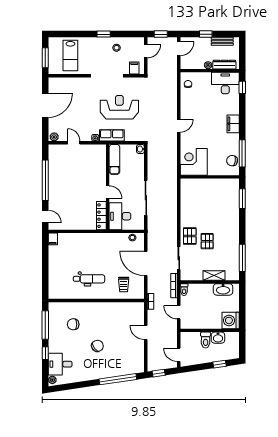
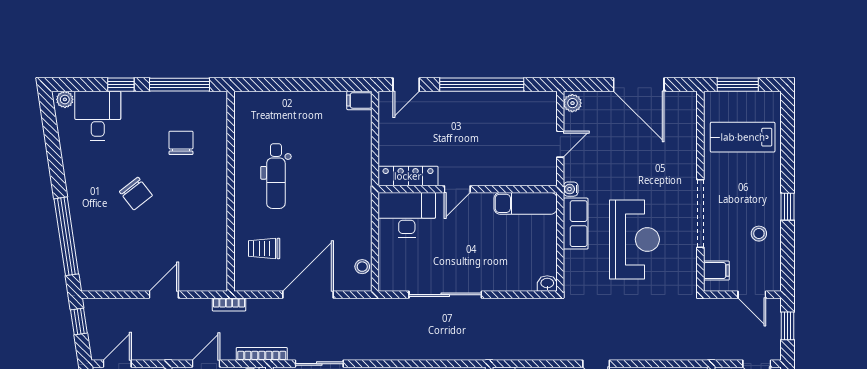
exam couch: (114, 159) -> (526, 203), moved
wall: (108, 187) -> (468, 189), moved
door: (108, 192) -> (457, 189), moved
locker: (101, 216) -> (408, 176), moved
desk: (120, 216) -> (407, 215), moved

